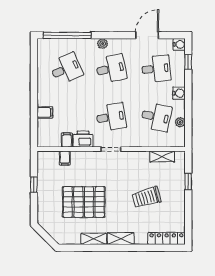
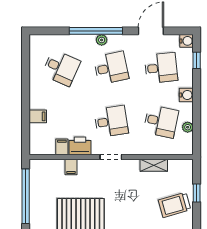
window: (67, 35) -> (96, 31), moved
desk: (66, 69) -> (61, 68), turned 48
shelving: (162, 157) -> (154, 165), moved
filing cabinet: (65, 158) -> (71, 167), moved
window: (34, 185) -> (26, 196), width x3.17
trolley: (146, 197) -> (174, 205), moved

